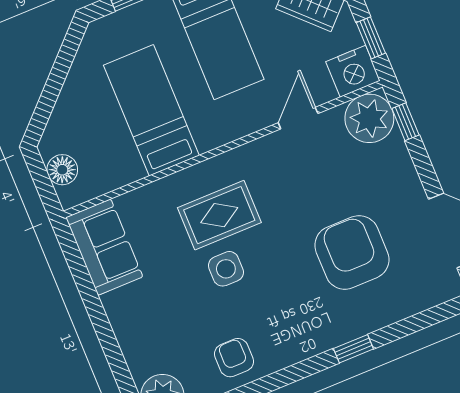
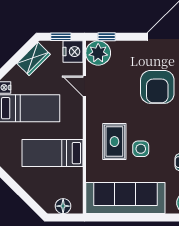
sofa: (104, 247) -> (125, 198), width x1.85, depth x1.27
armchair: (352, 252) -> (157, 87), turned -90

